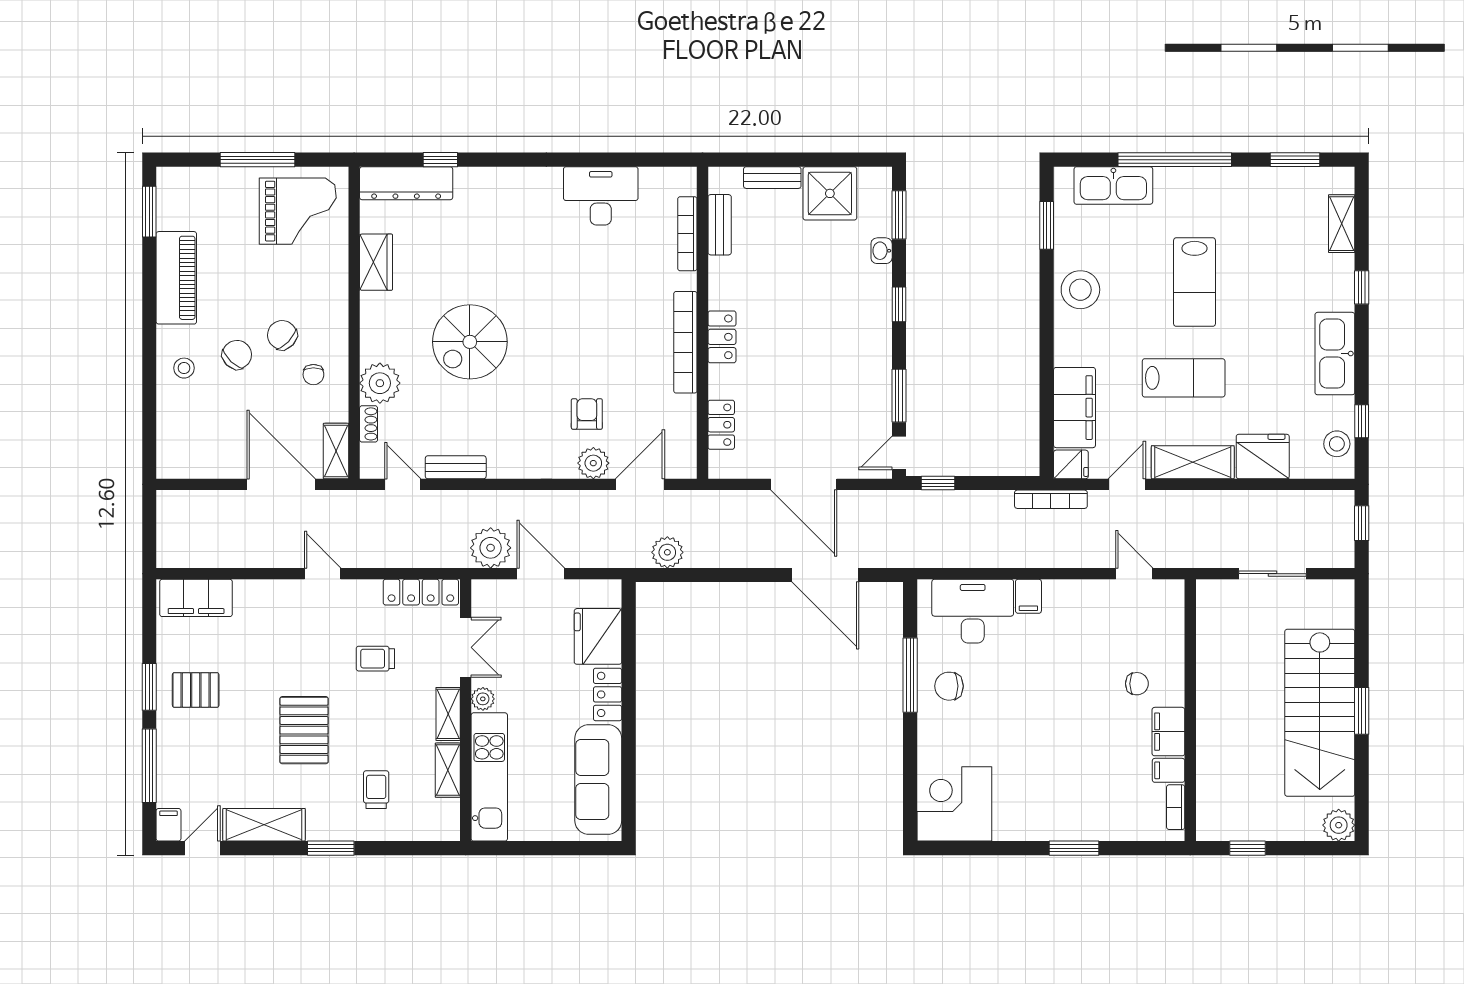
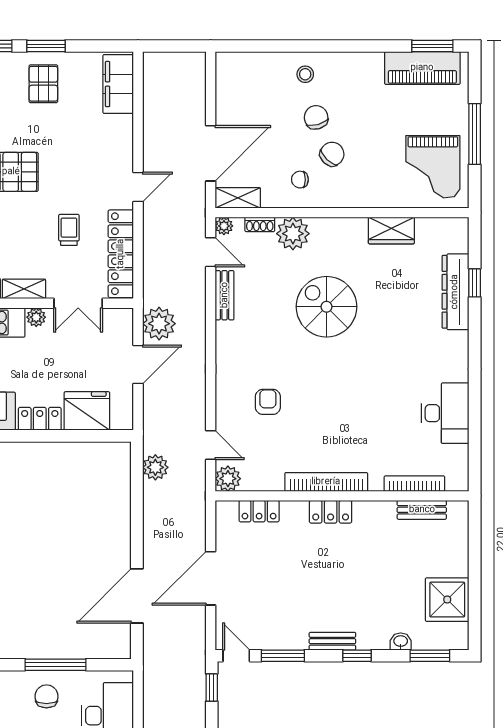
bench: (772, 178) -> (332, 641), moved, turned 90
dresser: (406, 183) -> (455, 292), moved
piano: (176, 278) -> (422, 68), moved
chair: (237, 355) -> (316, 117), turned -150
armchair: (587, 414) -> (268, 402), turned -90
plant: (593, 463) -> (228, 479), moved
plant: (371, 468) -> (224, 226), added
door: (403, 484) -> (211, 252), hinge flipped
door: (640, 484) -> (211, 445), width x0.73
locker: (421, 592) -> (121, 254), width x1.41, depth x1.21

